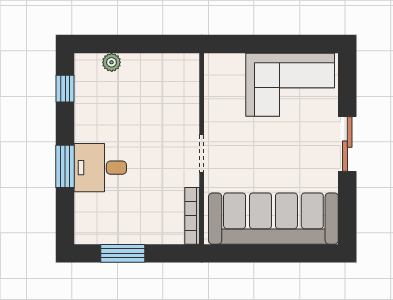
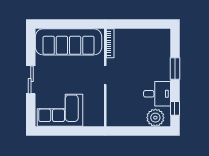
plant: (112, 62) -> (155, 118), width x1.88, depth x1.88
desk: (100, 168) -> (157, 94), moved
window: (123, 253) -> (146, 24), removed

